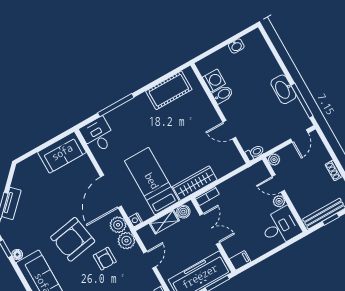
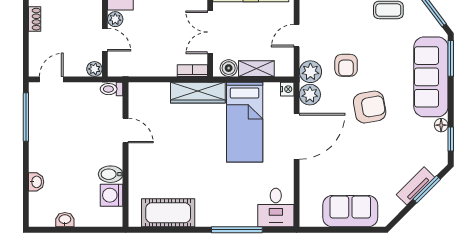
washbasin: (283, 89) -> (36, 182), moved, width x0.52, depth x0.69
sofa: (62, 152) -> (350, 211), moved
armchair: (73, 239) -> (370, 107), width x0.73, depth x0.73
armchair: (105, 259) -> (346, 65), turned 180

